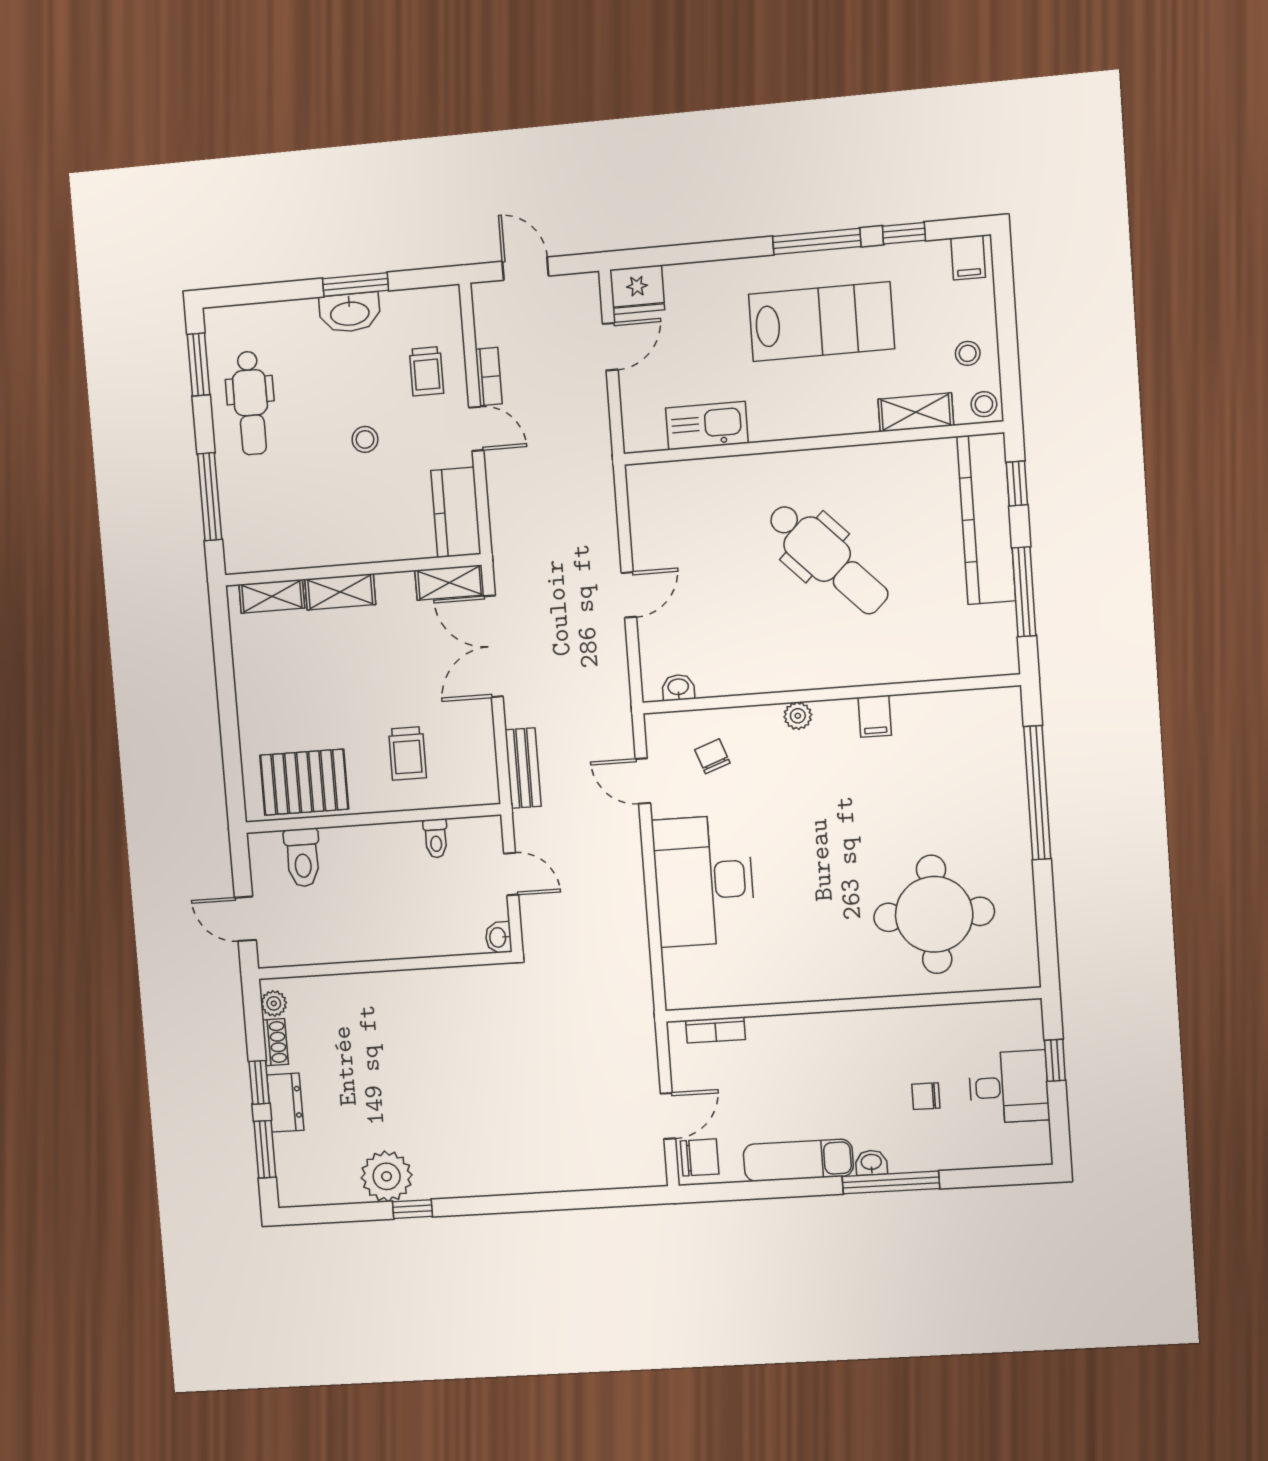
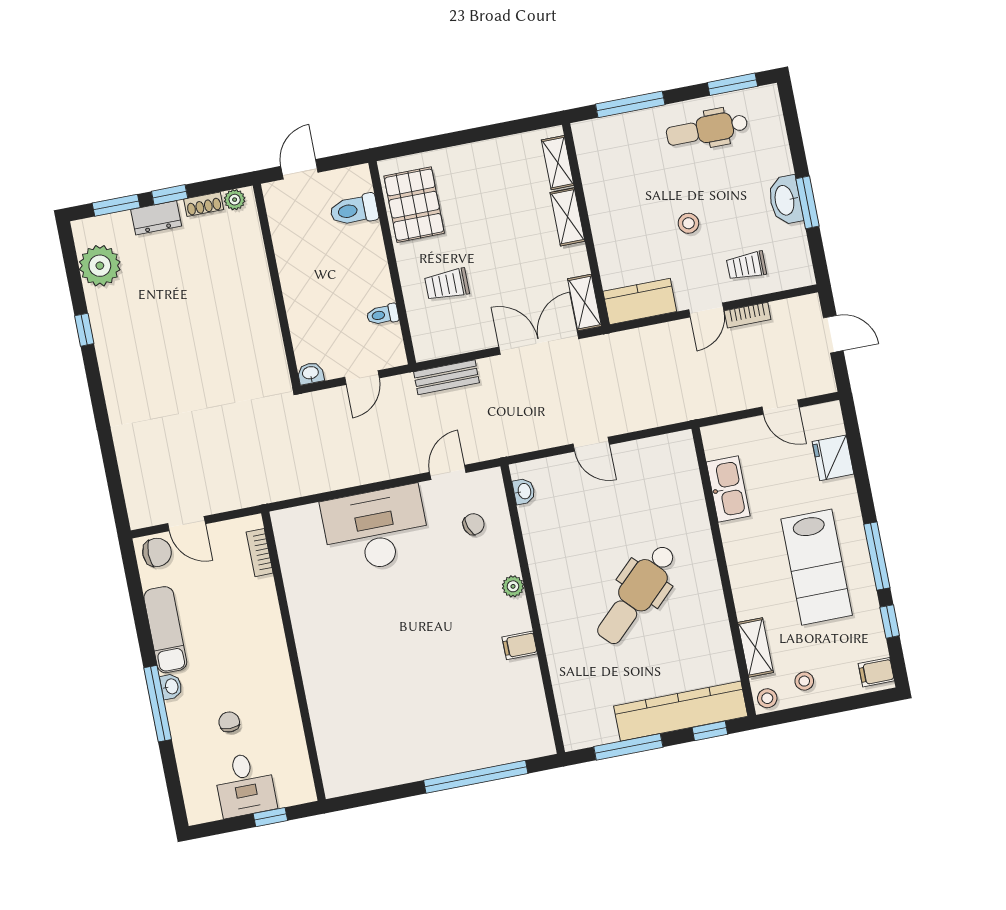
door: (525, 269) -> (833, 334), hinge flipped
fridge: (637, 290) -> (833, 458), moved
round table: (934, 914) -> (372, 710), removed
chair: (700, 1157) -> (157, 552), turned -90
plant: (387, 1176) -> (100, 266), moved

